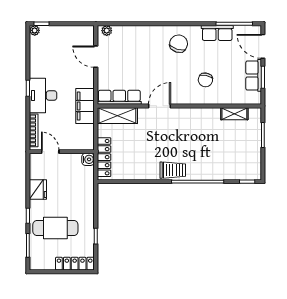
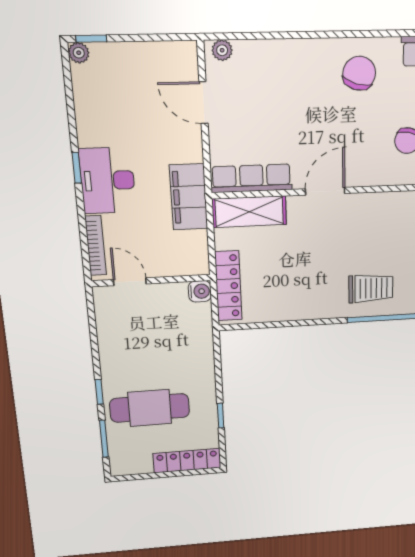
trolley: (173, 170) -> (371, 288), moved
fridge: (38, 189) -> (113, 347), removed

